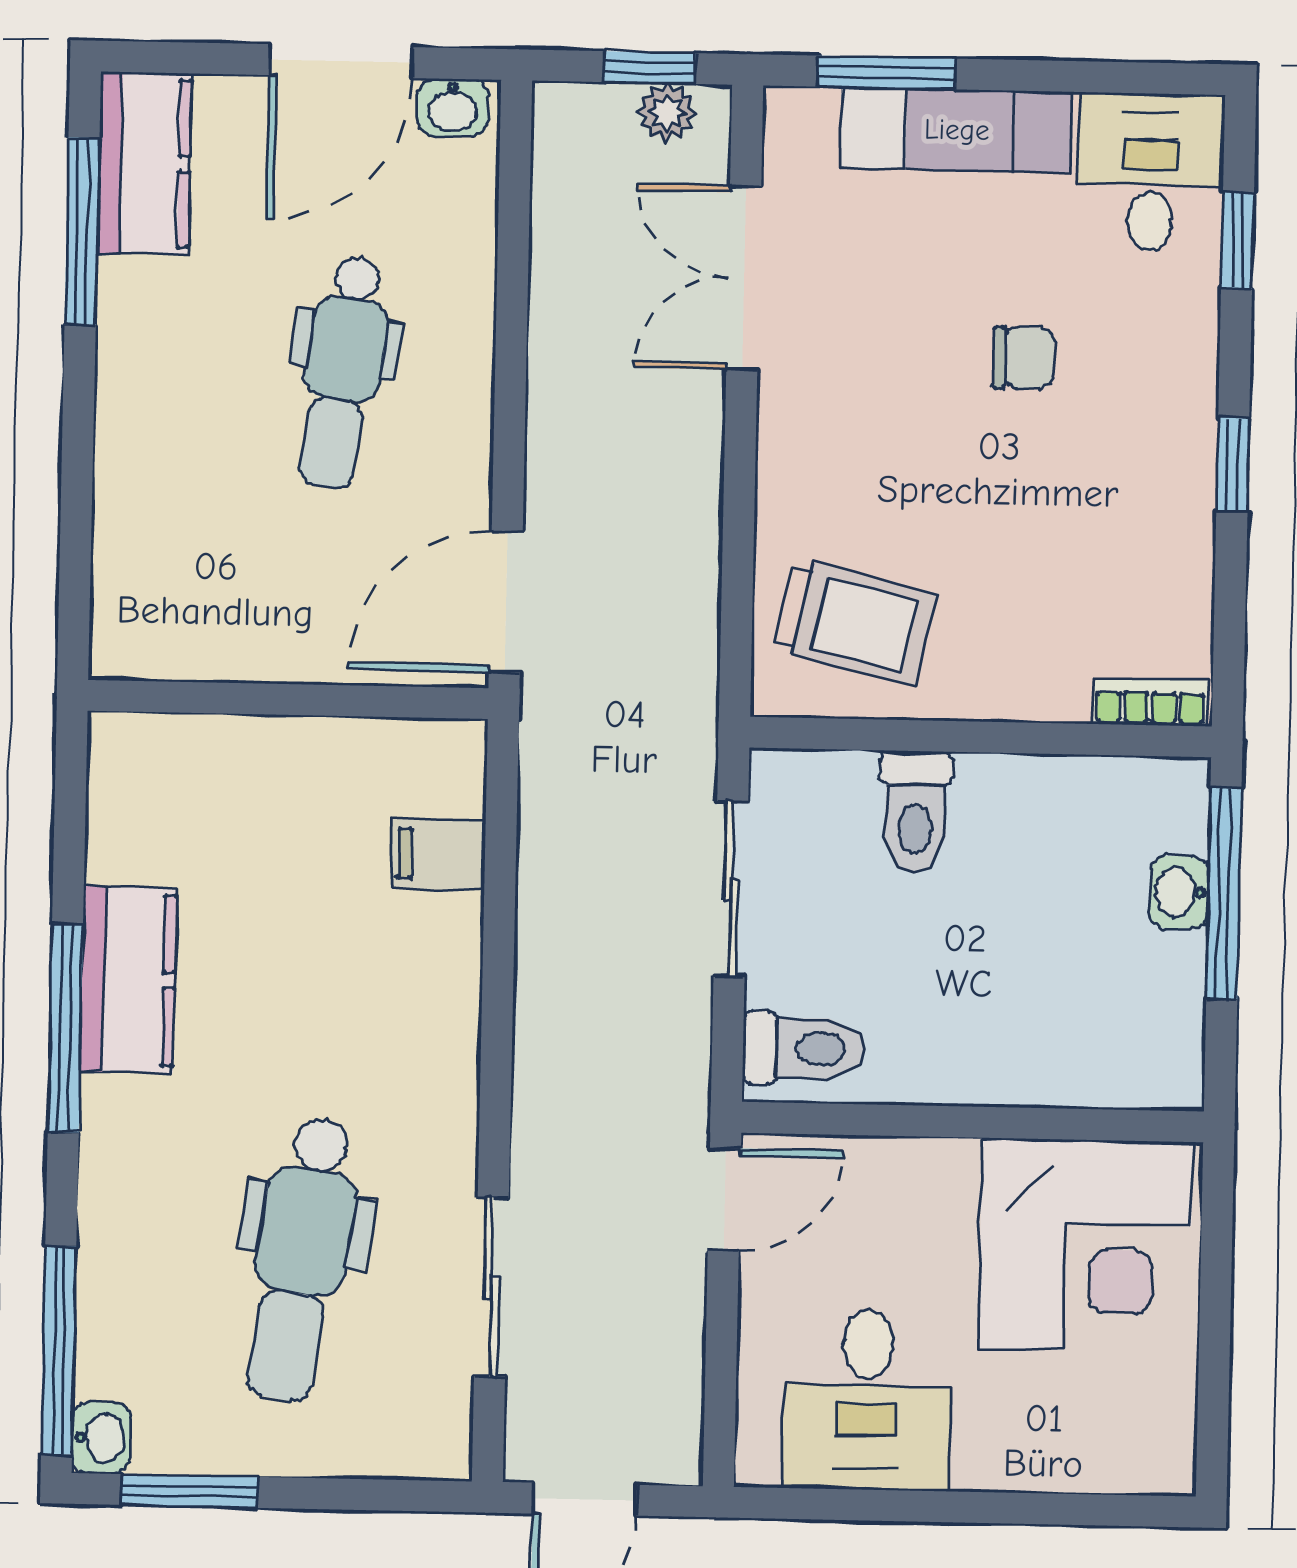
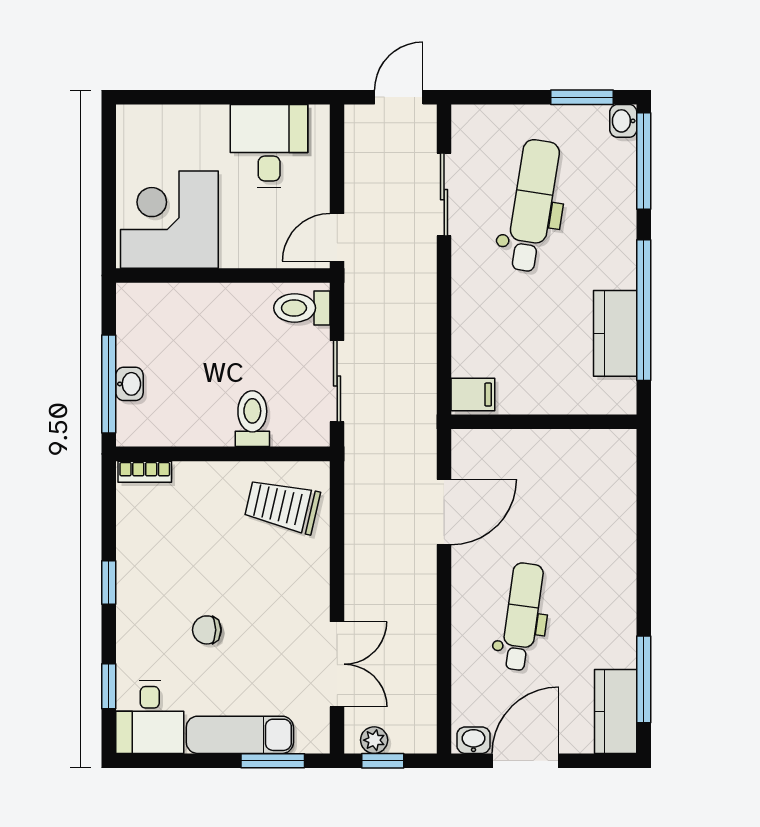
wall: (288, 699) -> (544, 422), moved
window: (65, 1028) -> (644, 310), width x1.46

